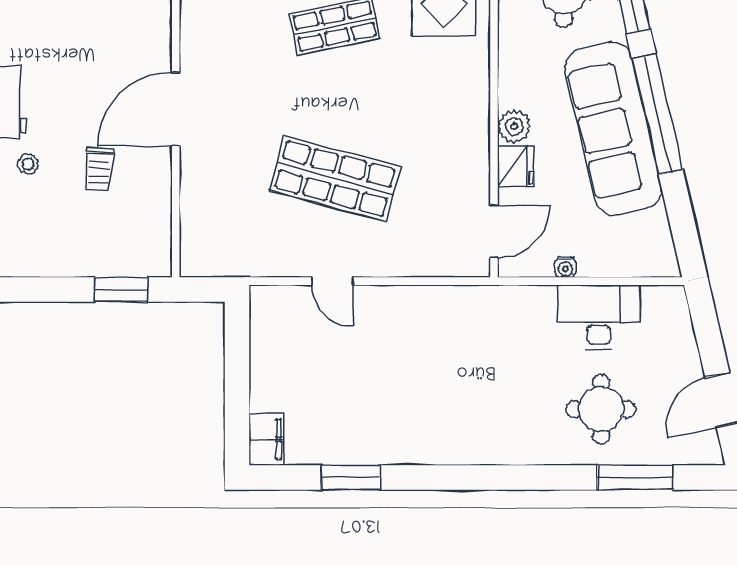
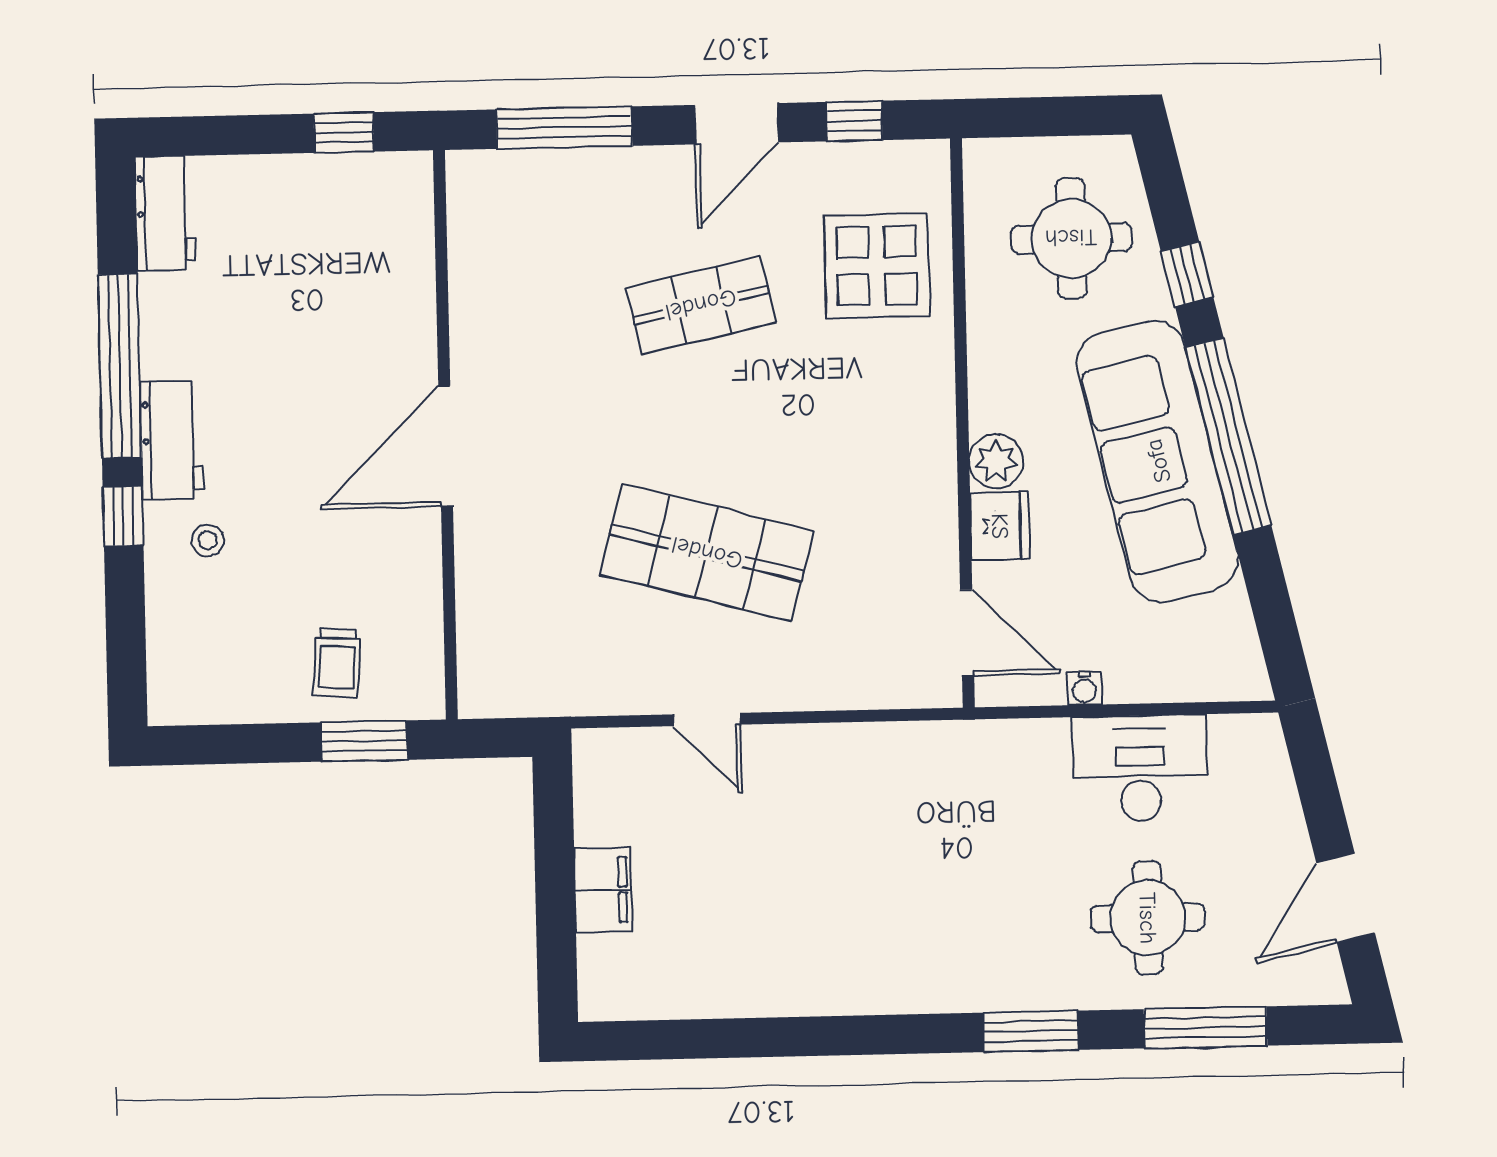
trolley: (99, 169) -> (337, 663), moved
door: (494, 231) -> (967, 633), hinge flipped
filing cabinet: (266, 439) -> (603, 890), moved
window: (351, 478) -> (1031, 1031), moved

